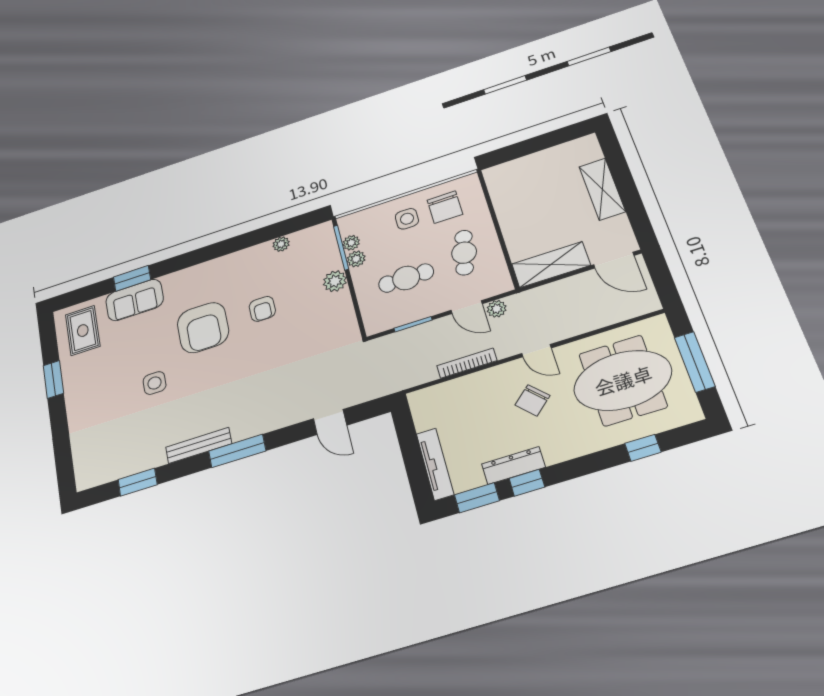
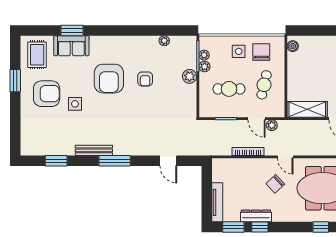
boiler: (495, 182) -> (293, 46), added
chair: (445, 207) -> (261, 52), turned 180
armchair: (106, 382) -> (47, 94), added

